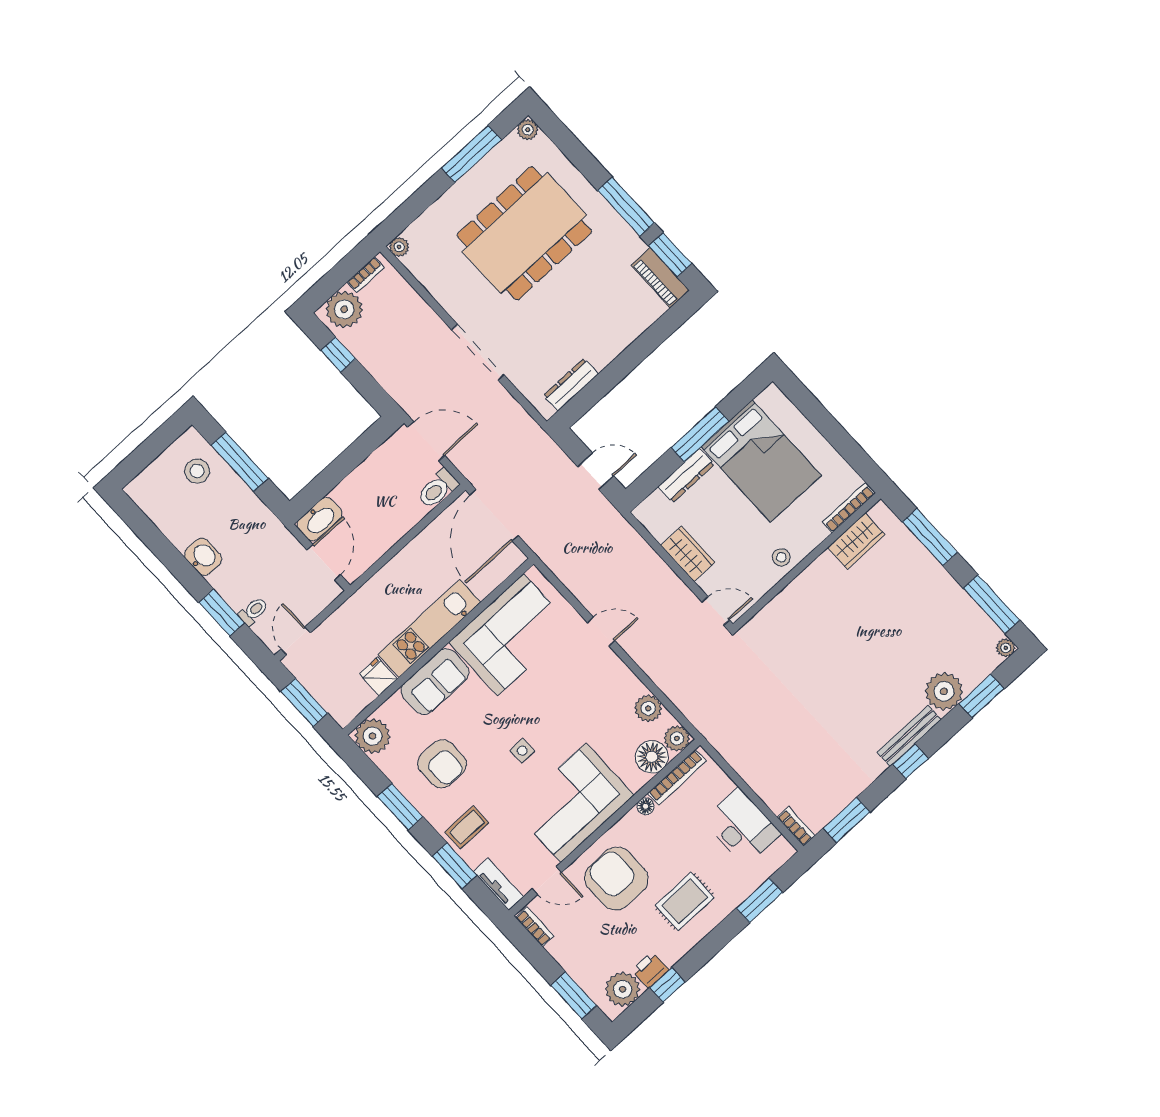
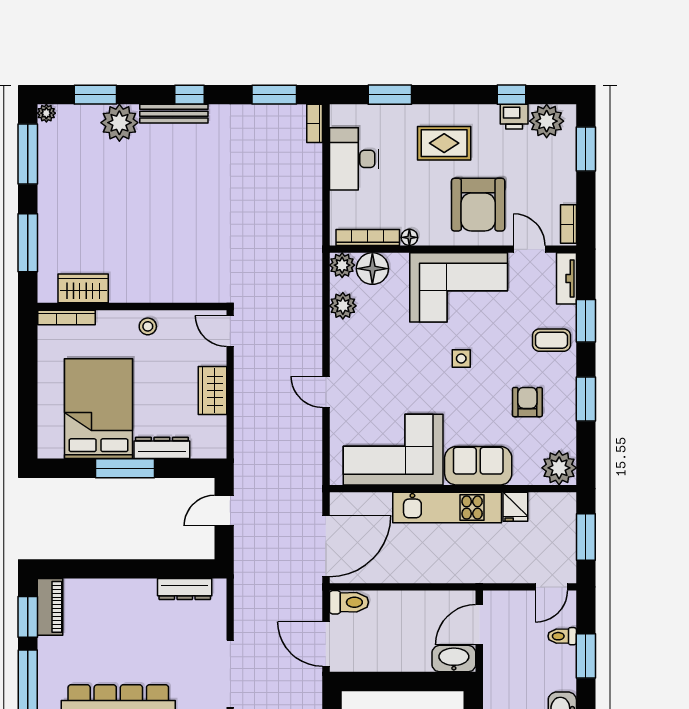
door: (596, 471) -> (224, 511), hinge flipped
armchair: (442, 764) -> (527, 402), width x0.72, depth x0.72

